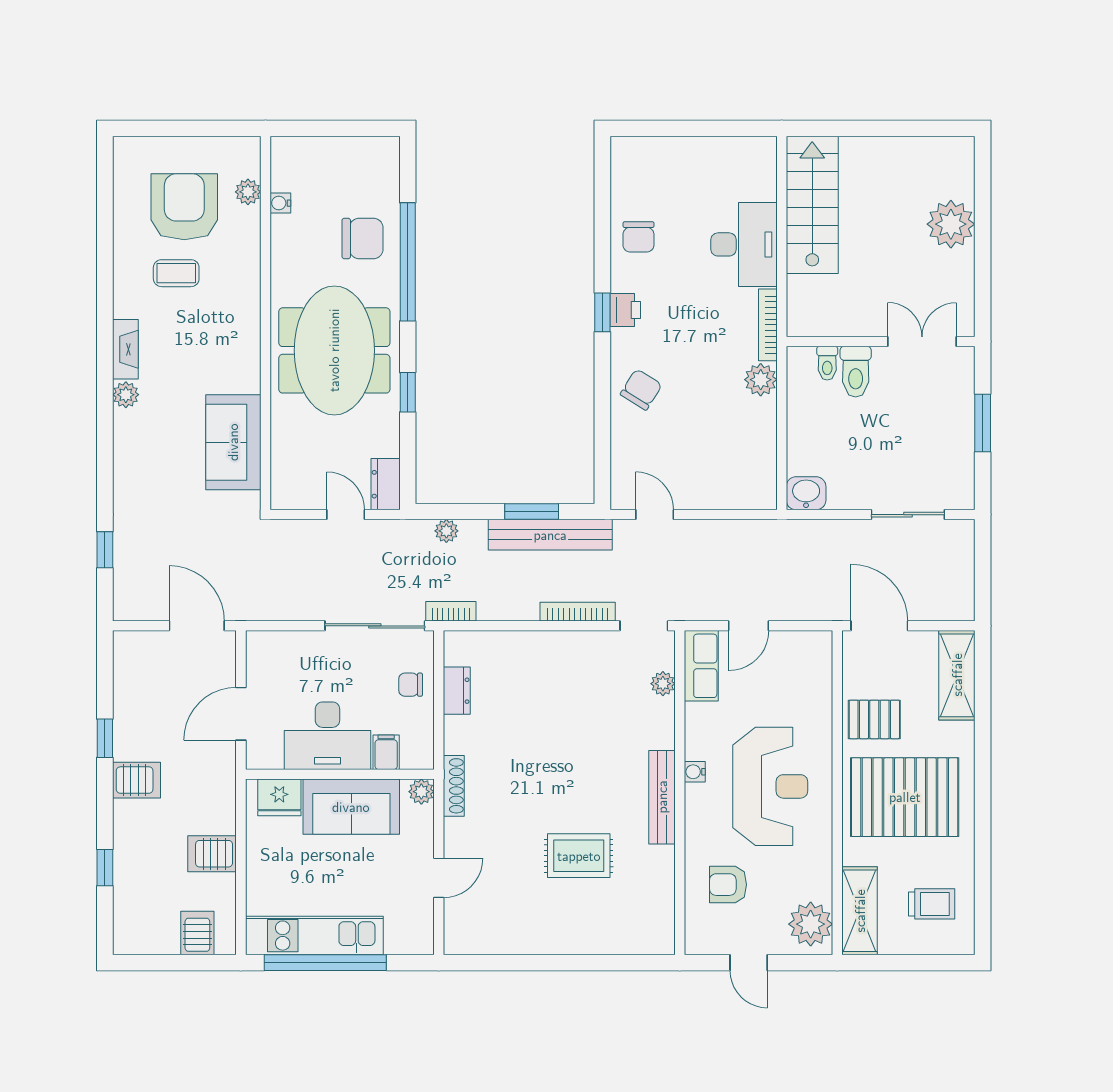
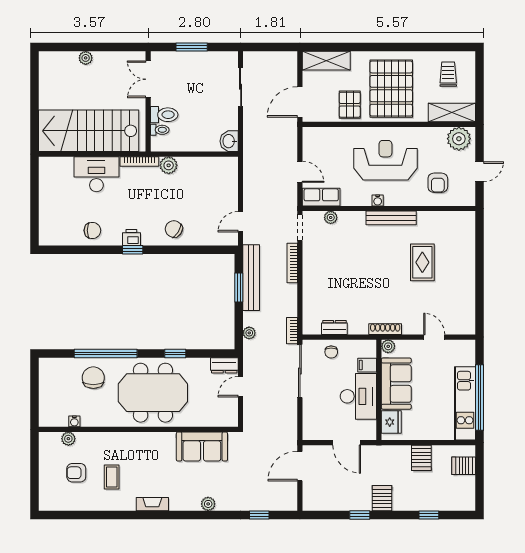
stairs: (812, 205) -> (89, 131), width x1.36, depth x1.51
armchair: (184, 207) -> (76, 473), width x0.53, depth x0.53
plant: (951, 224) -> (86, 58), width x0.53, depth x0.53
plant: (126, 395) -> (208, 504), moved

